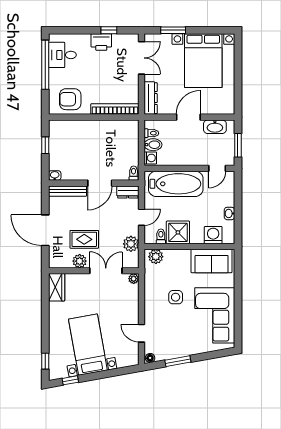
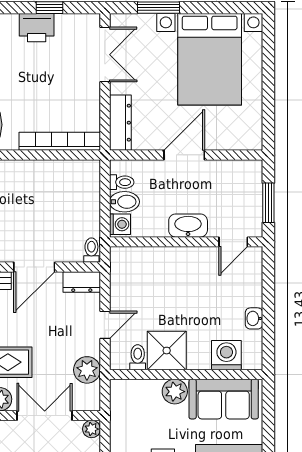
washbasin: (215, 127) -> (188, 226), moved, turned 180
bathtub: (176, 184) -> (163, 268), removed
plant: (156, 257) -> (175, 392), moved

